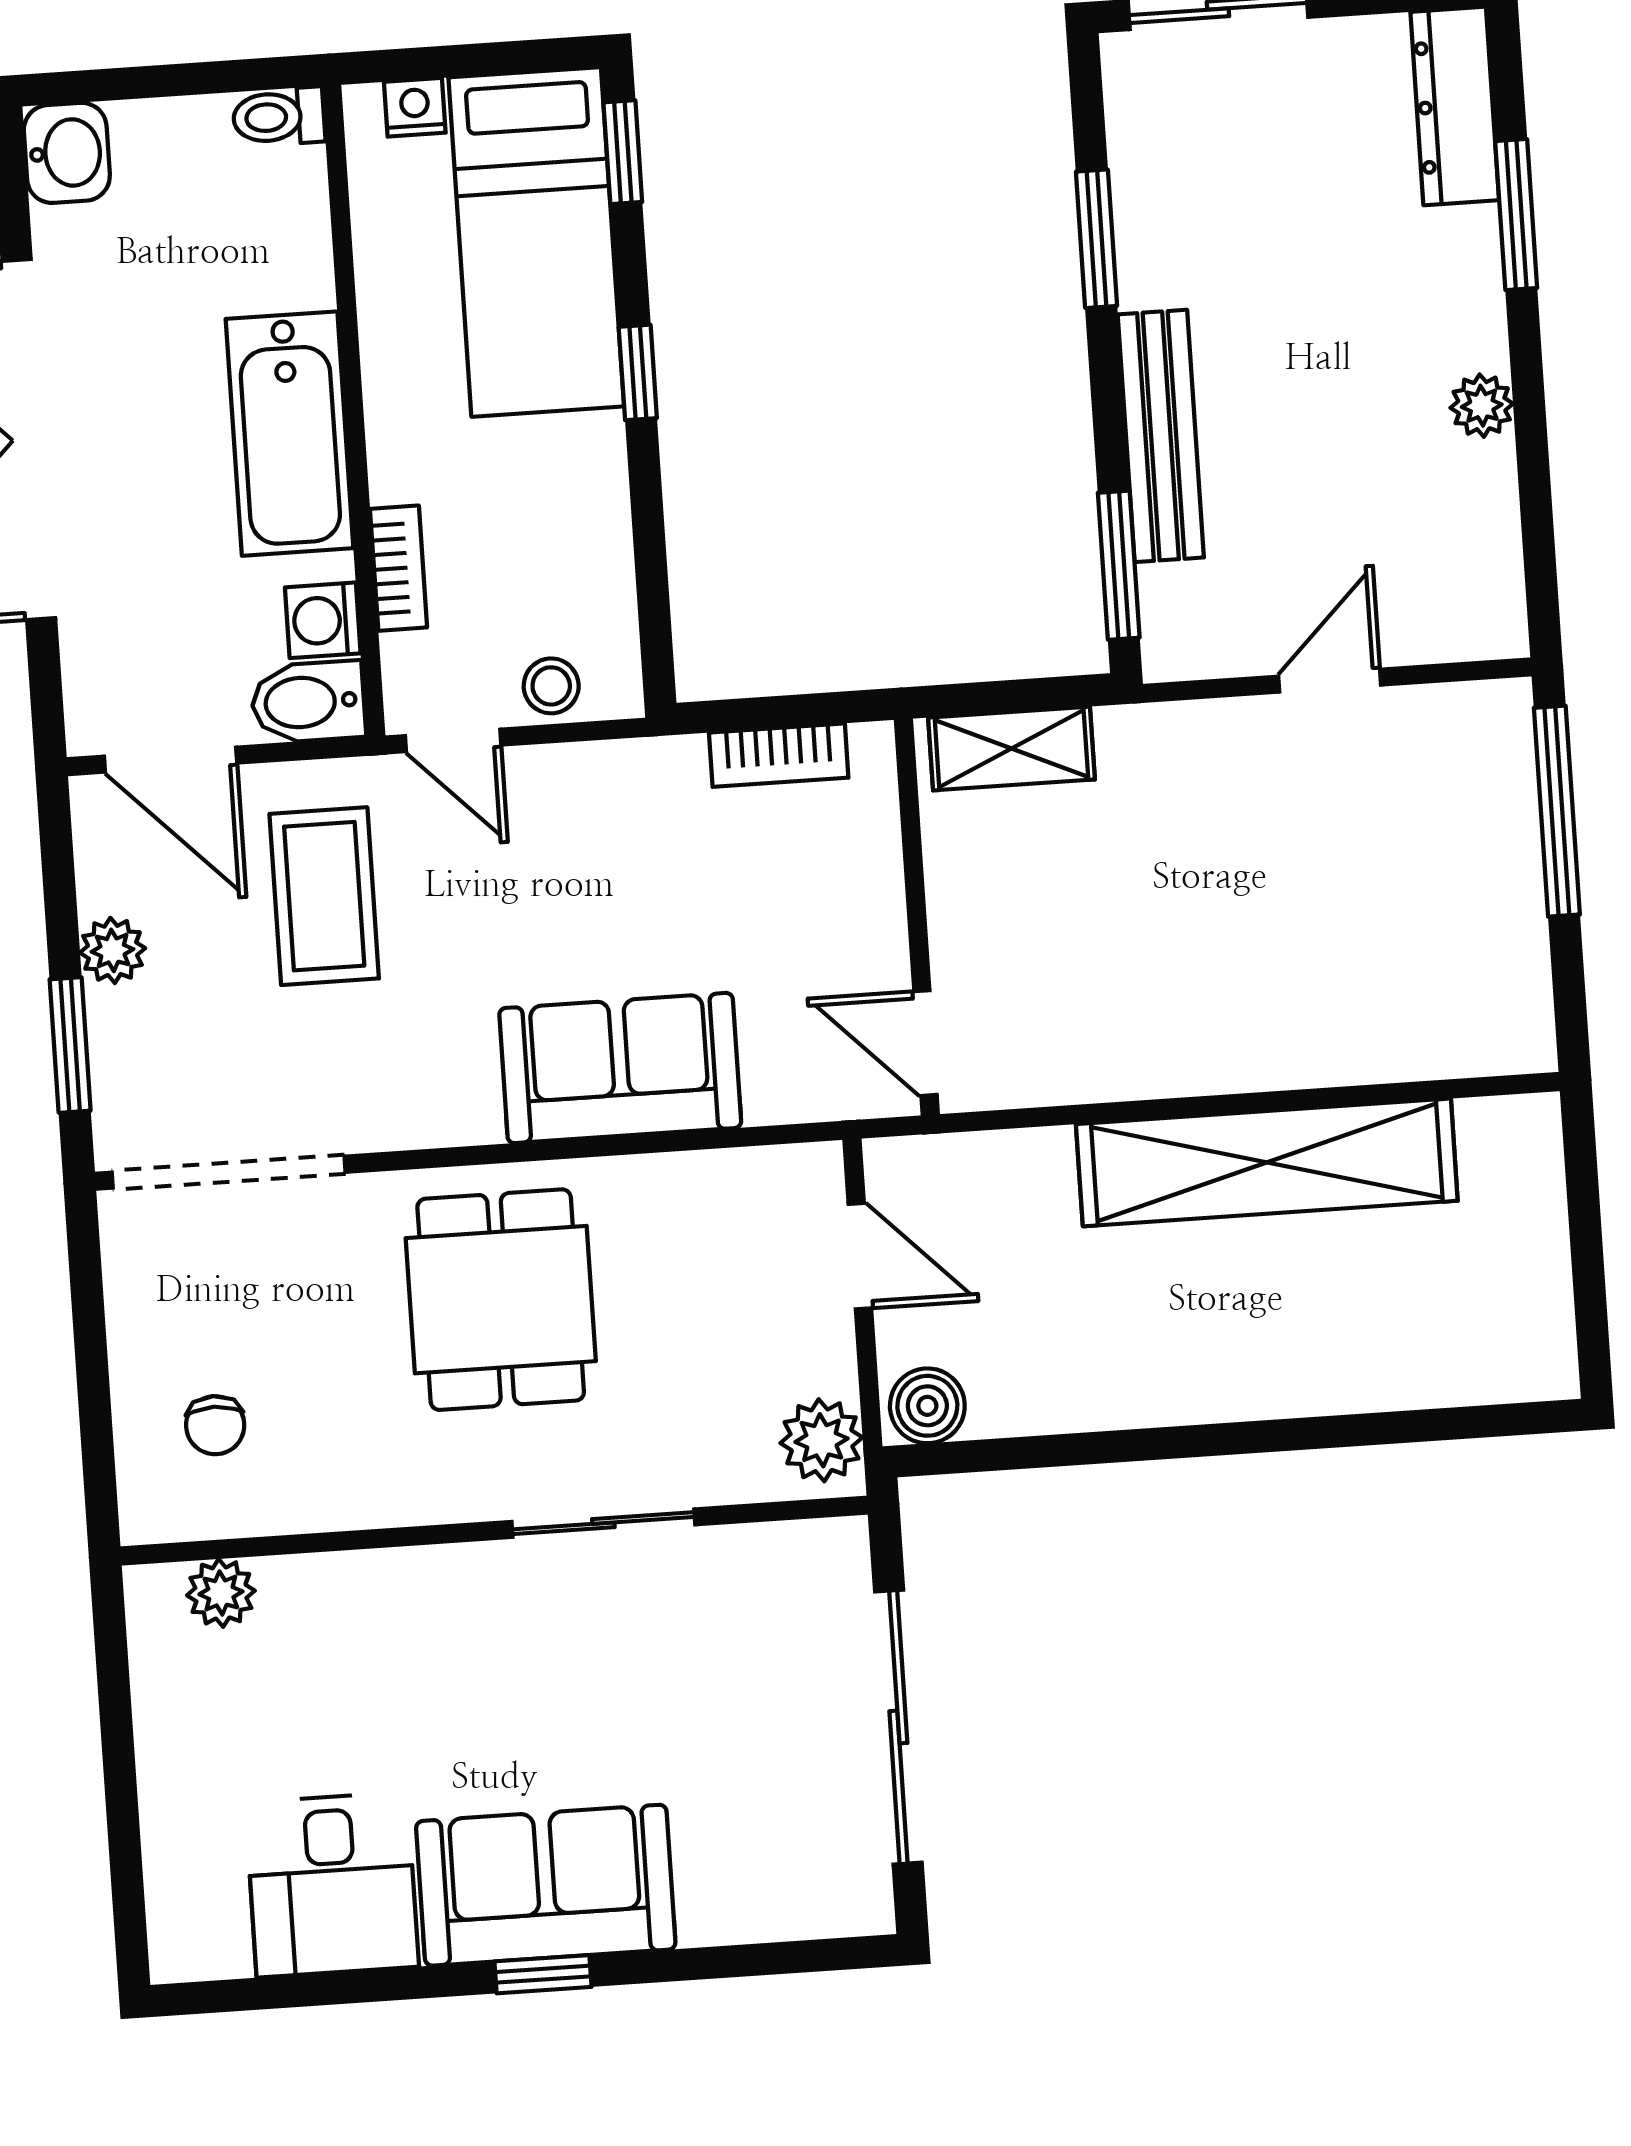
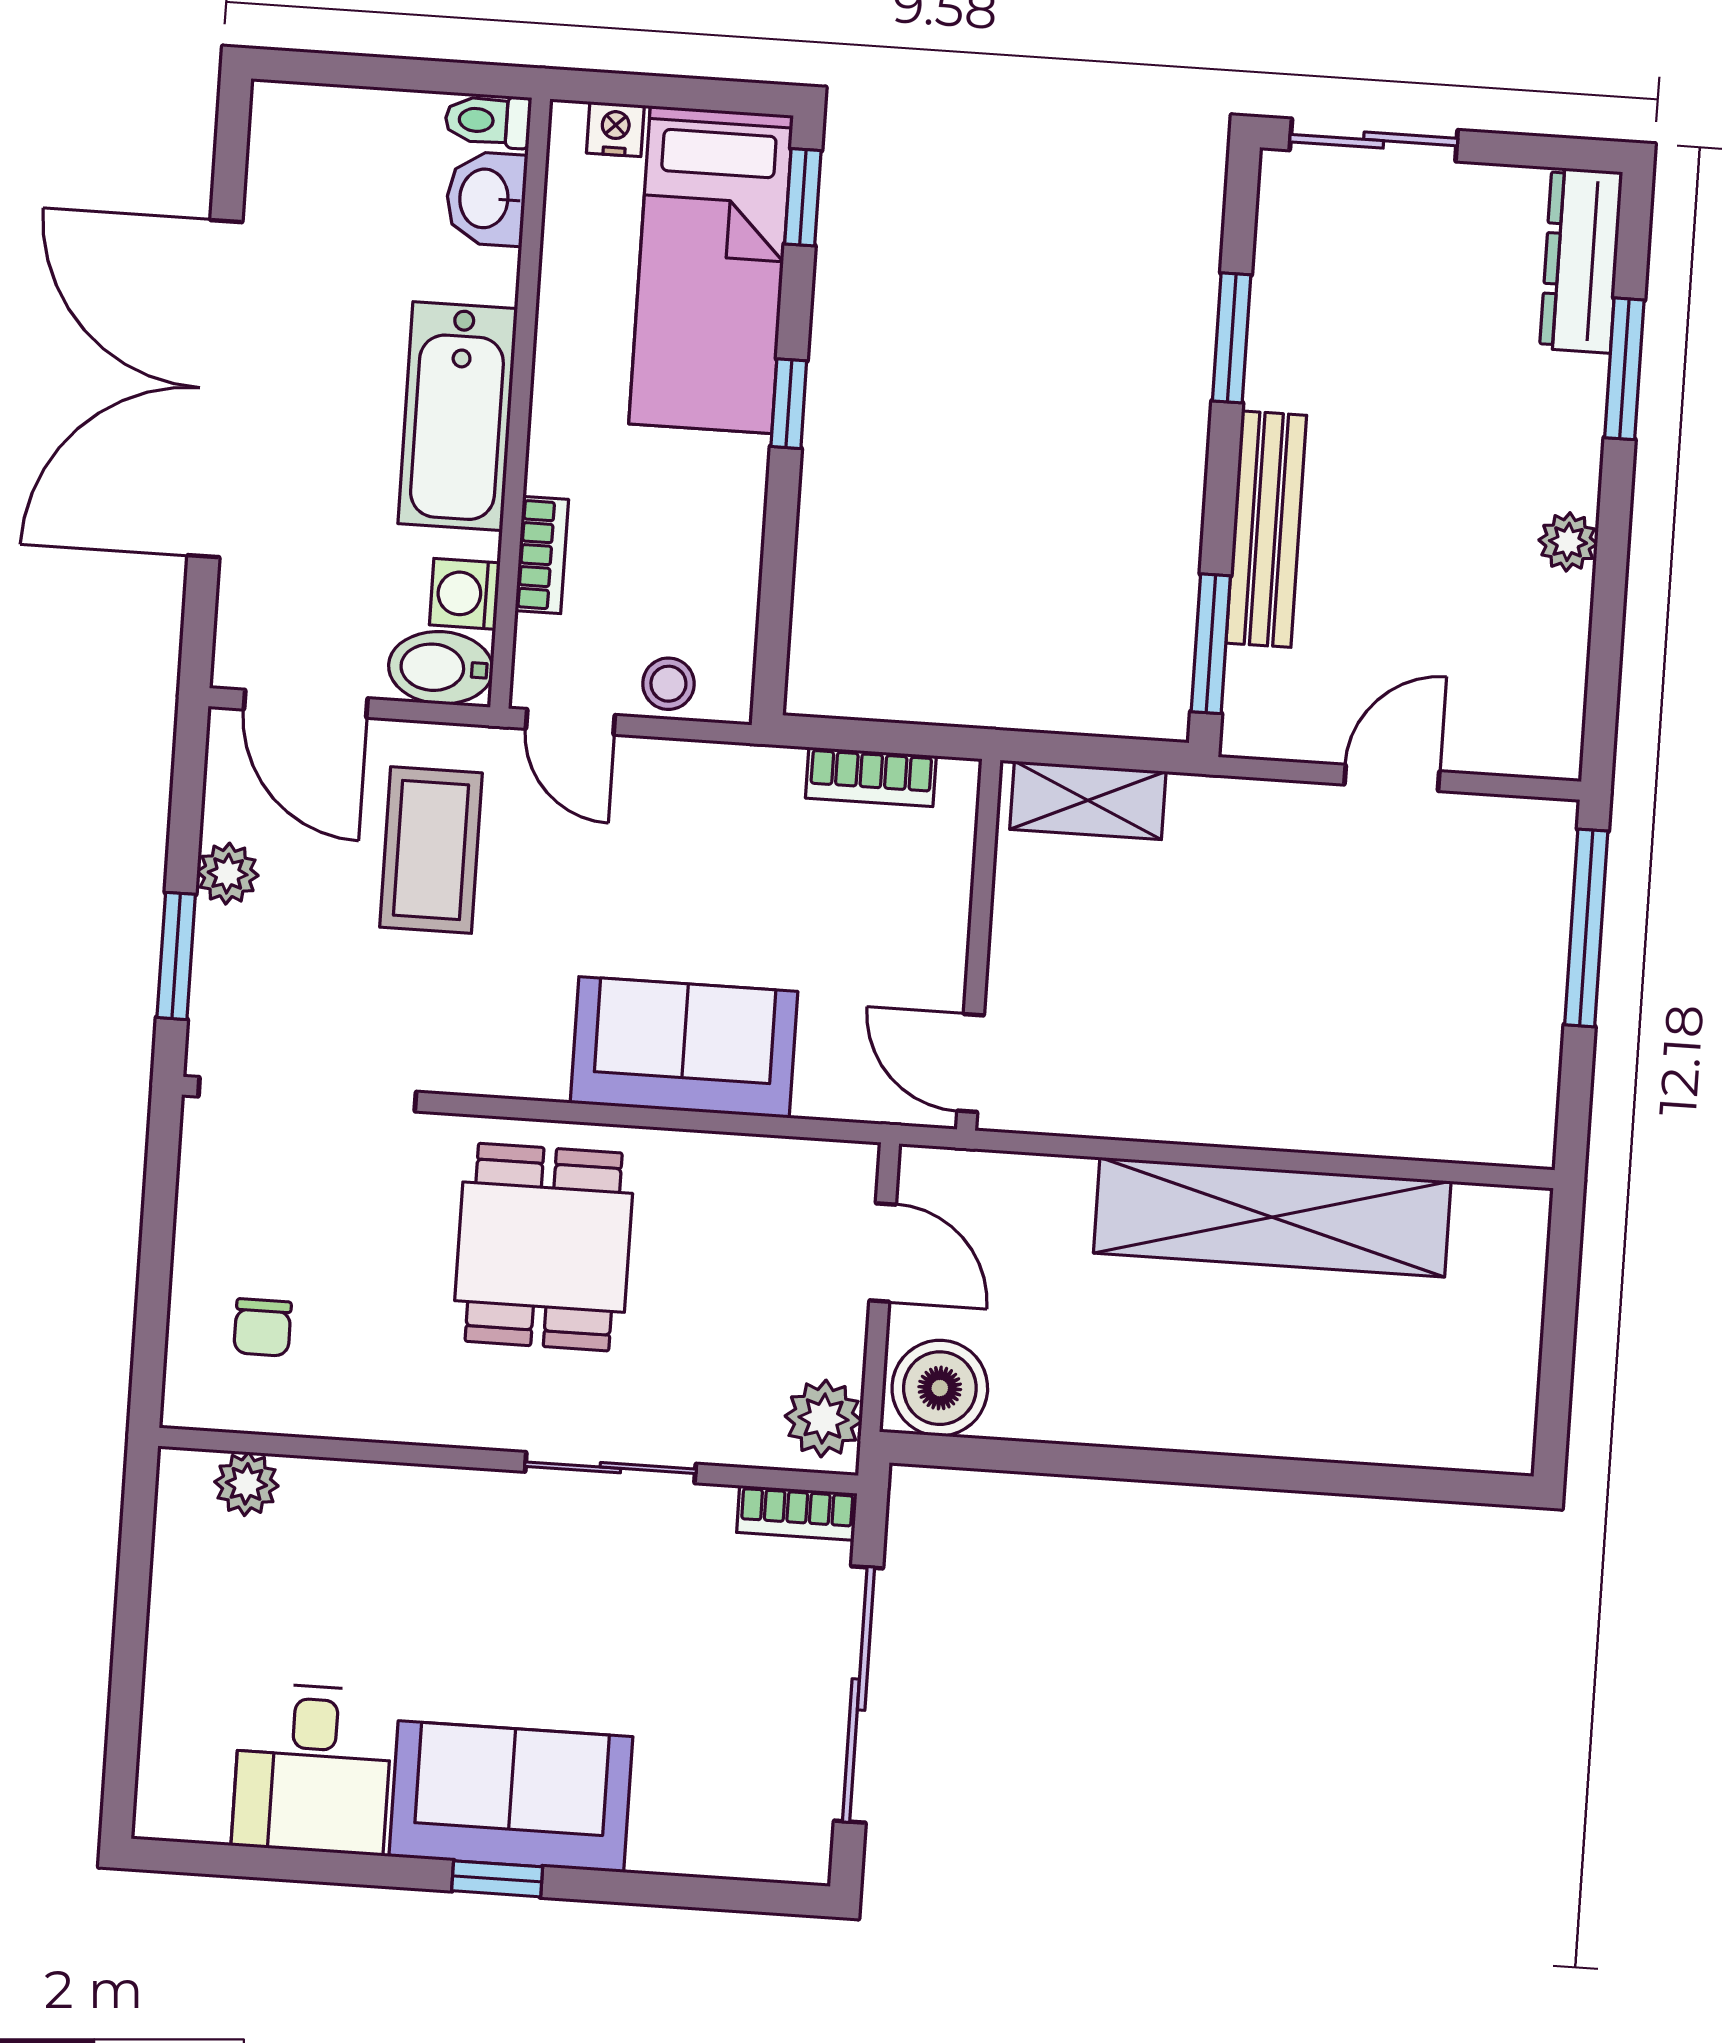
washbasin: (67, 153) -> (486, 199), moved, turned 180
boiler: (927, 1406) -> (940, 1388), width x1.36, depth x1.36
bookcase: (807, 1544) -> (797, 1513), added

